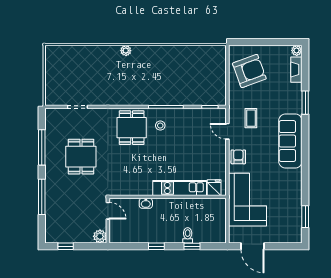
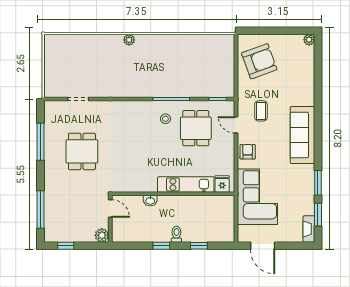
fireplace: (296, 70) -> (309, 229), moved
window: (305, 103) -> (318, 183), moved
dining table: (132, 128) -> (196, 128), moved
window: (42, 197) -> (41, 210), moved
toilet: (188, 235) -> (176, 234), moved

